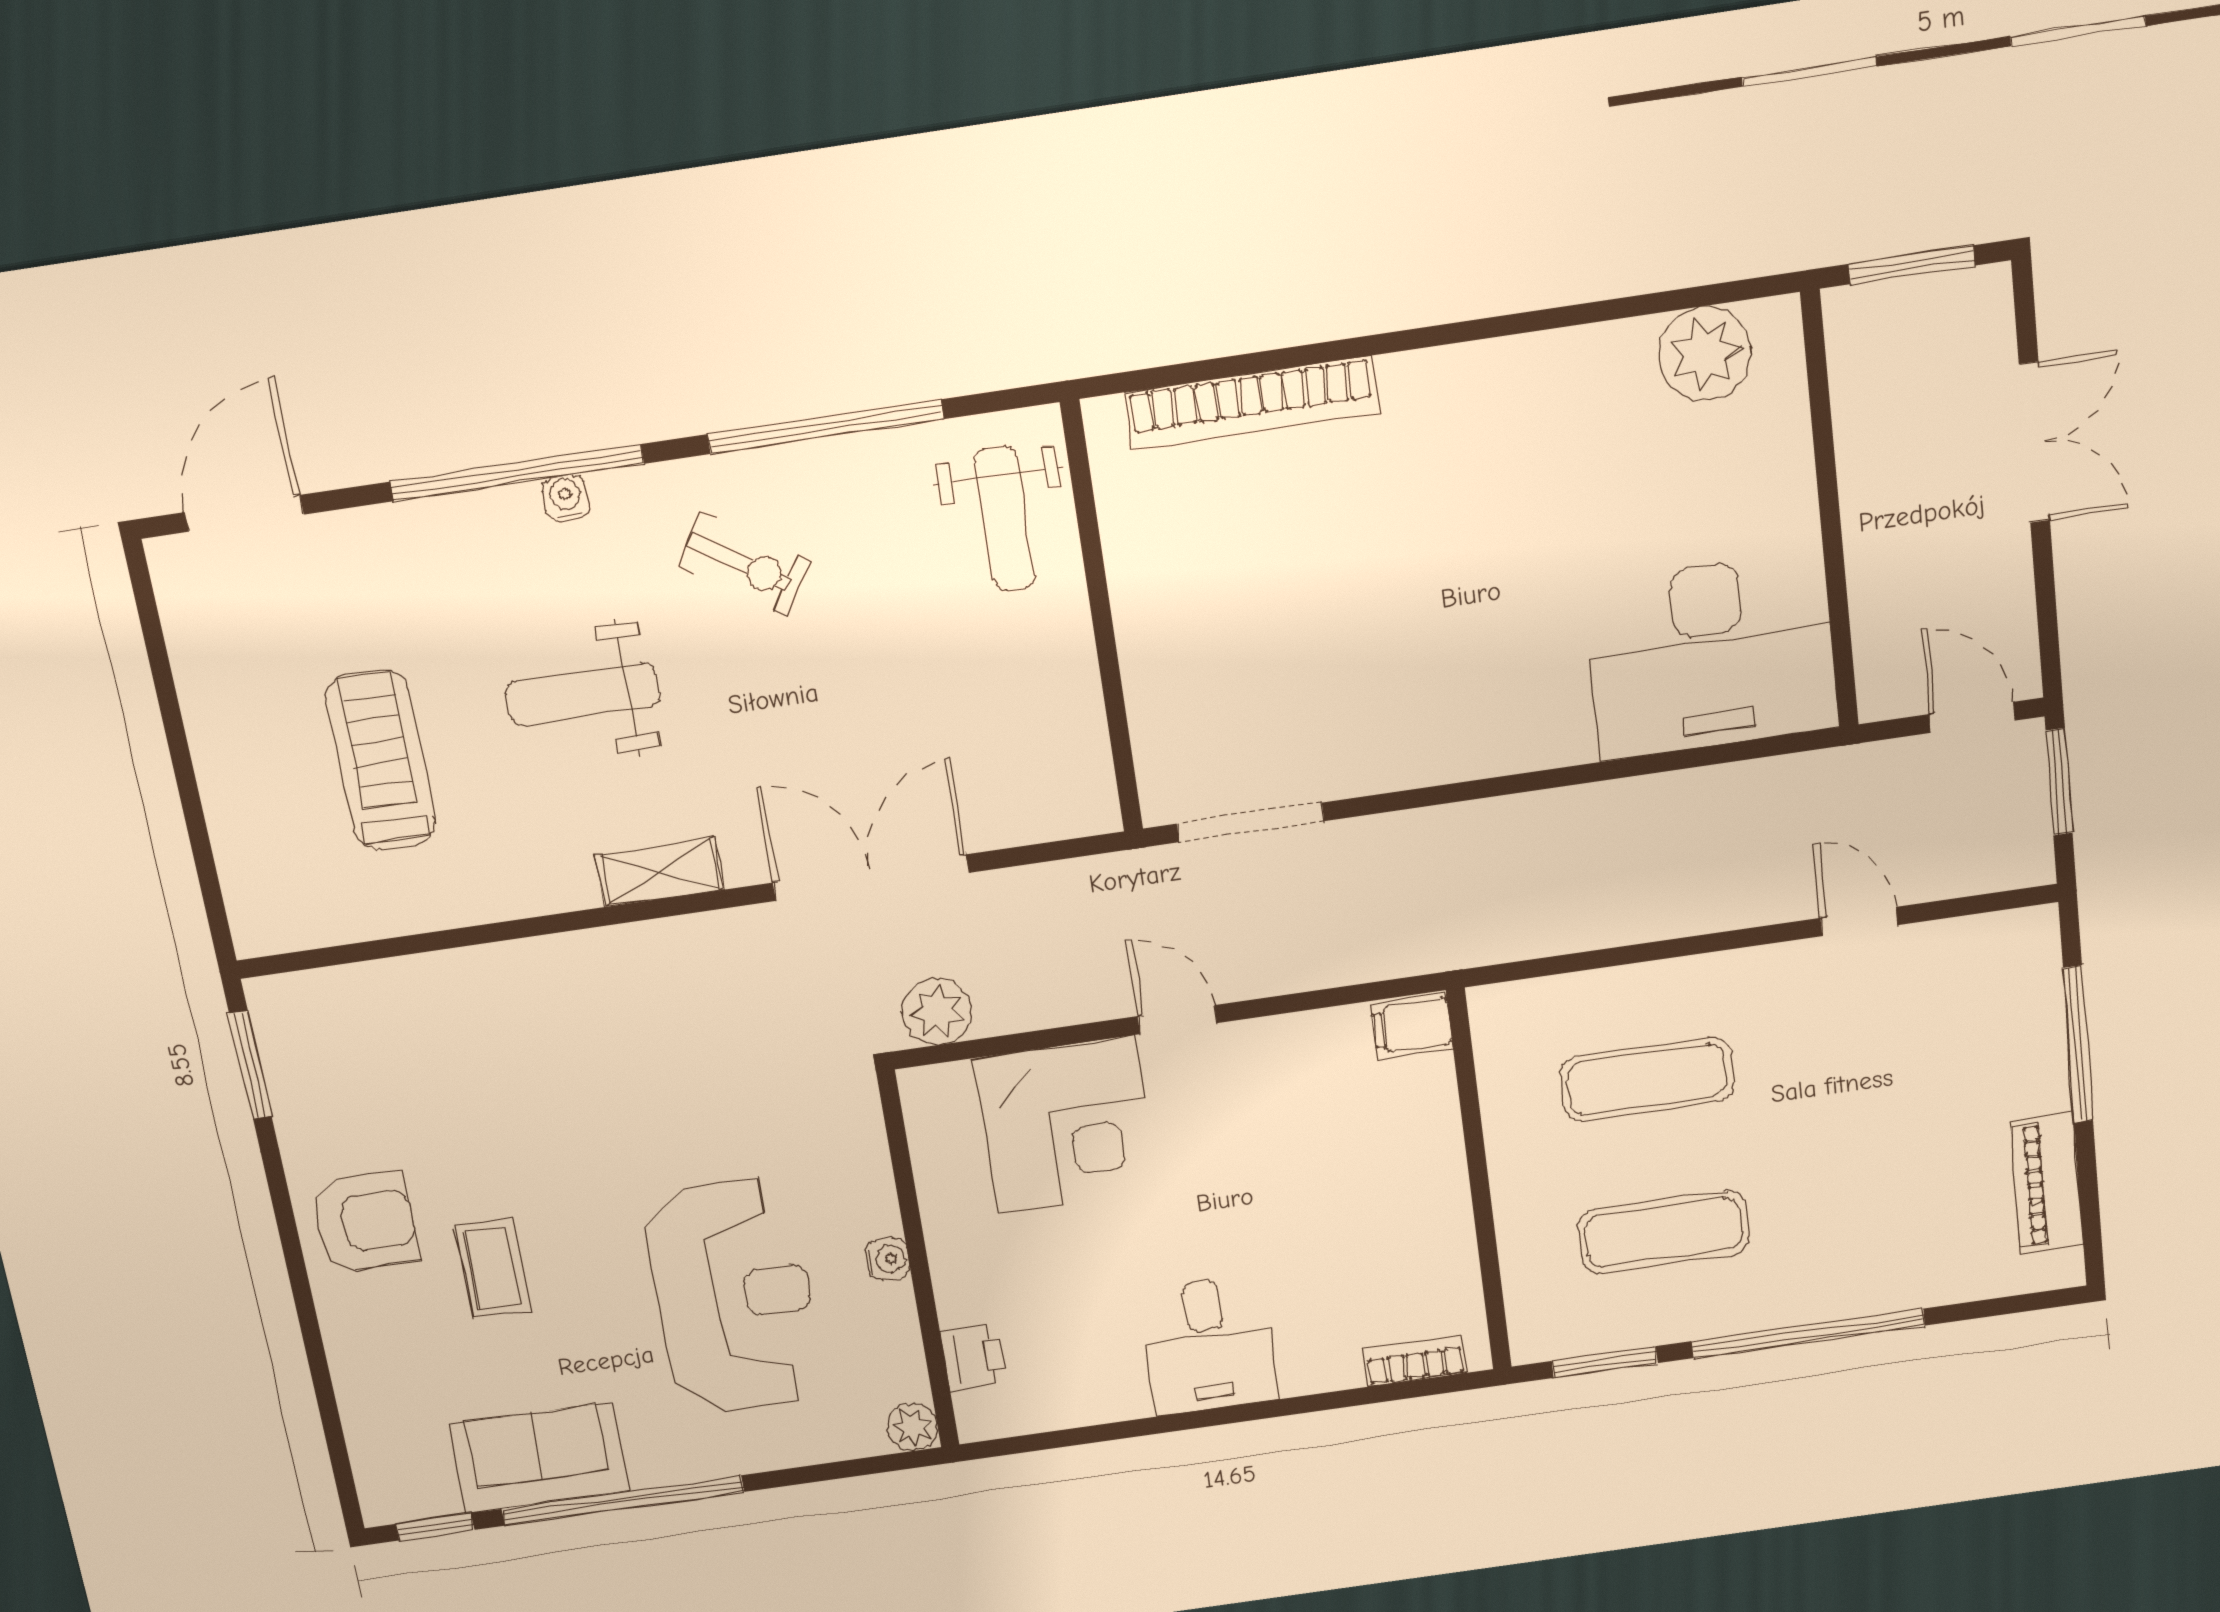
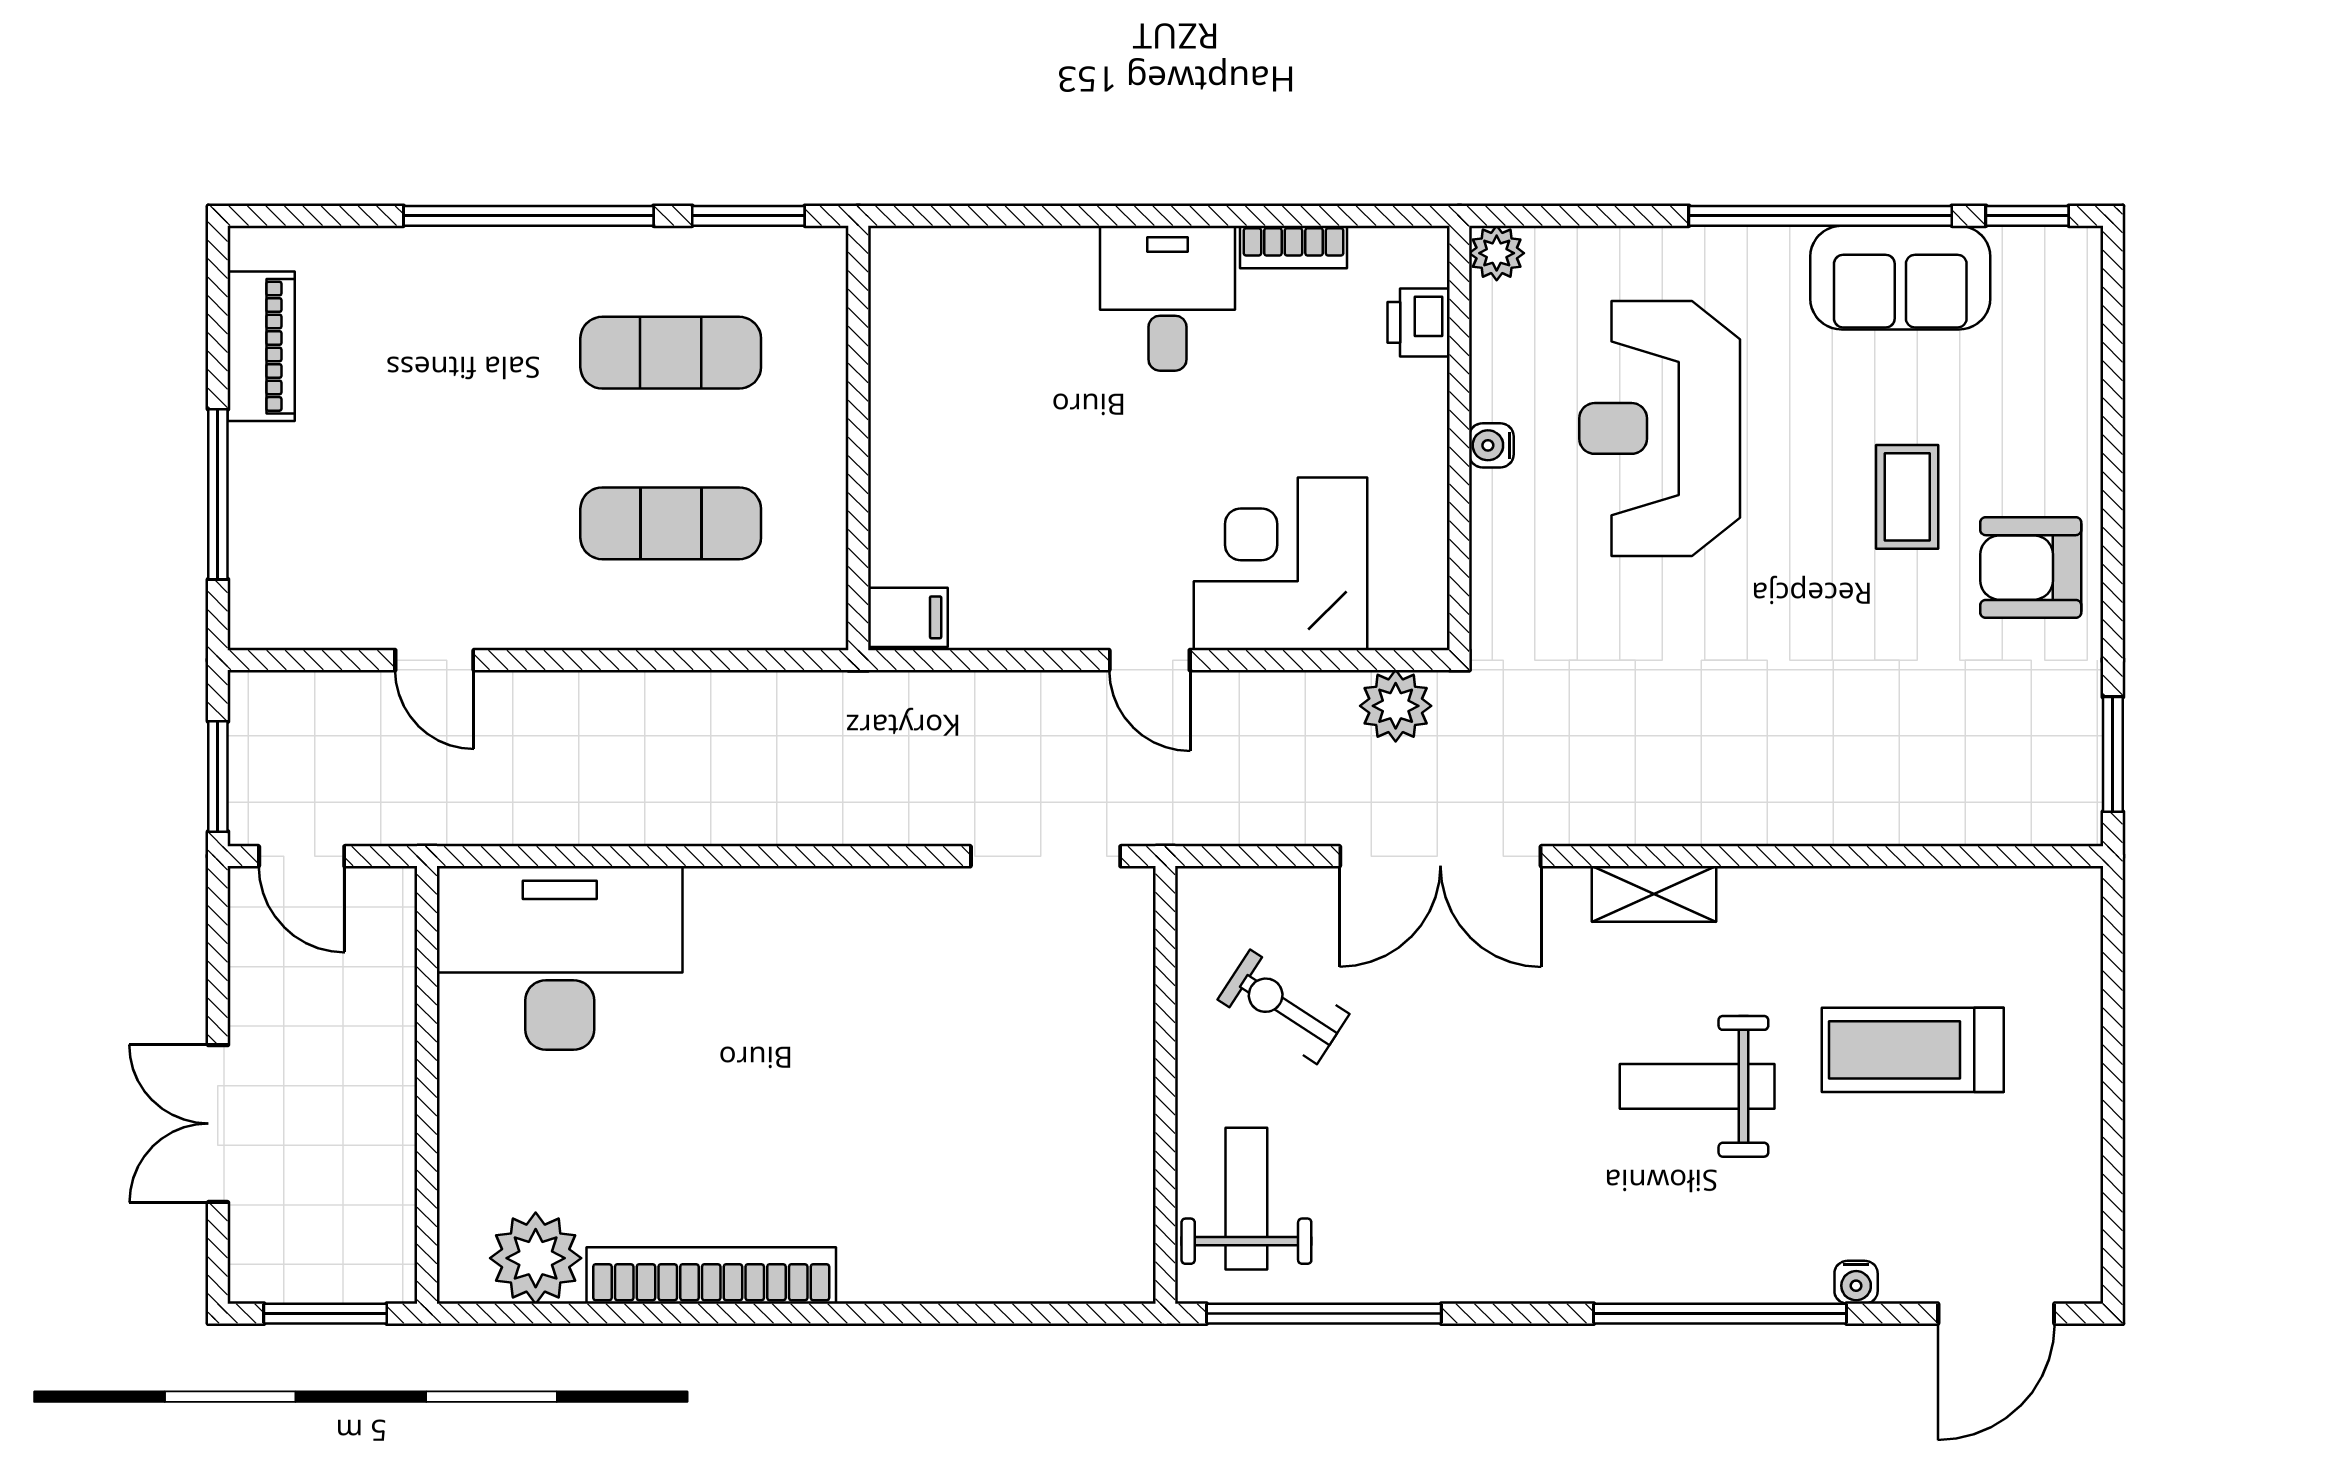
bookcase: (1251, 403) -> (711, 1275), moved
window: (826, 427) -> (1324, 1314), moved
water cooler: (566, 498) -> (1856, 1282), moved
exercise bike: (744, 564) -> (1284, 1007), moved
weight bench: (583, 694) -> (1697, 1086), turned 180
treadmill: (381, 760) -> (1913, 1050), turned 90
bookcase: (1415, 1361) -> (1293, 247), moved

